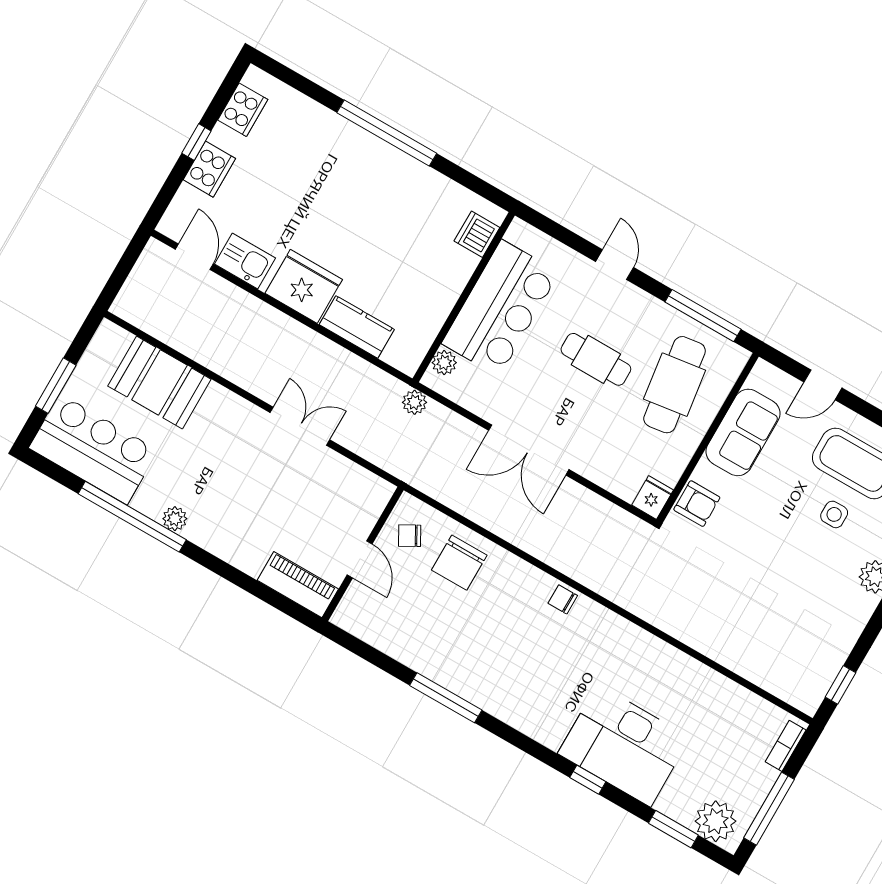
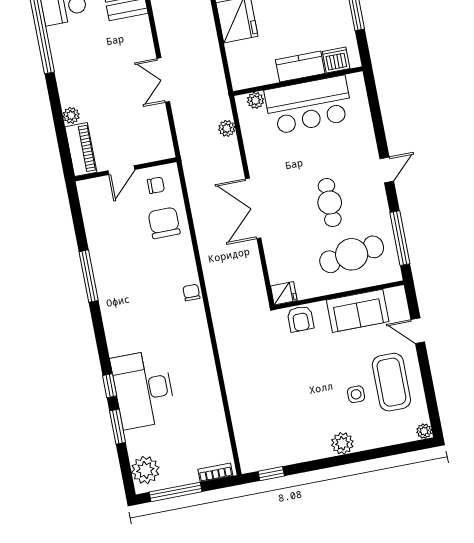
dishwasher: (477, 234) -> (336, 60), moved
wall: (464, 297) -> (298, 81), moved
bar counter: (500, 308) -> (309, 105), moved
kitchen counter: (357, 327) -> (300, 67), moved, turned -90
plant: (444, 363) -> (255, 100), moved
double door: (300, 426) -> (163, 80), swing flipped
plant: (175, 519) -> (71, 115), moved
chair: (410, 536) -> (156, 185), turned 119
chair: (459, 563) -> (164, 223), turned 90
window: (673, 829) -> (118, 427), moved

